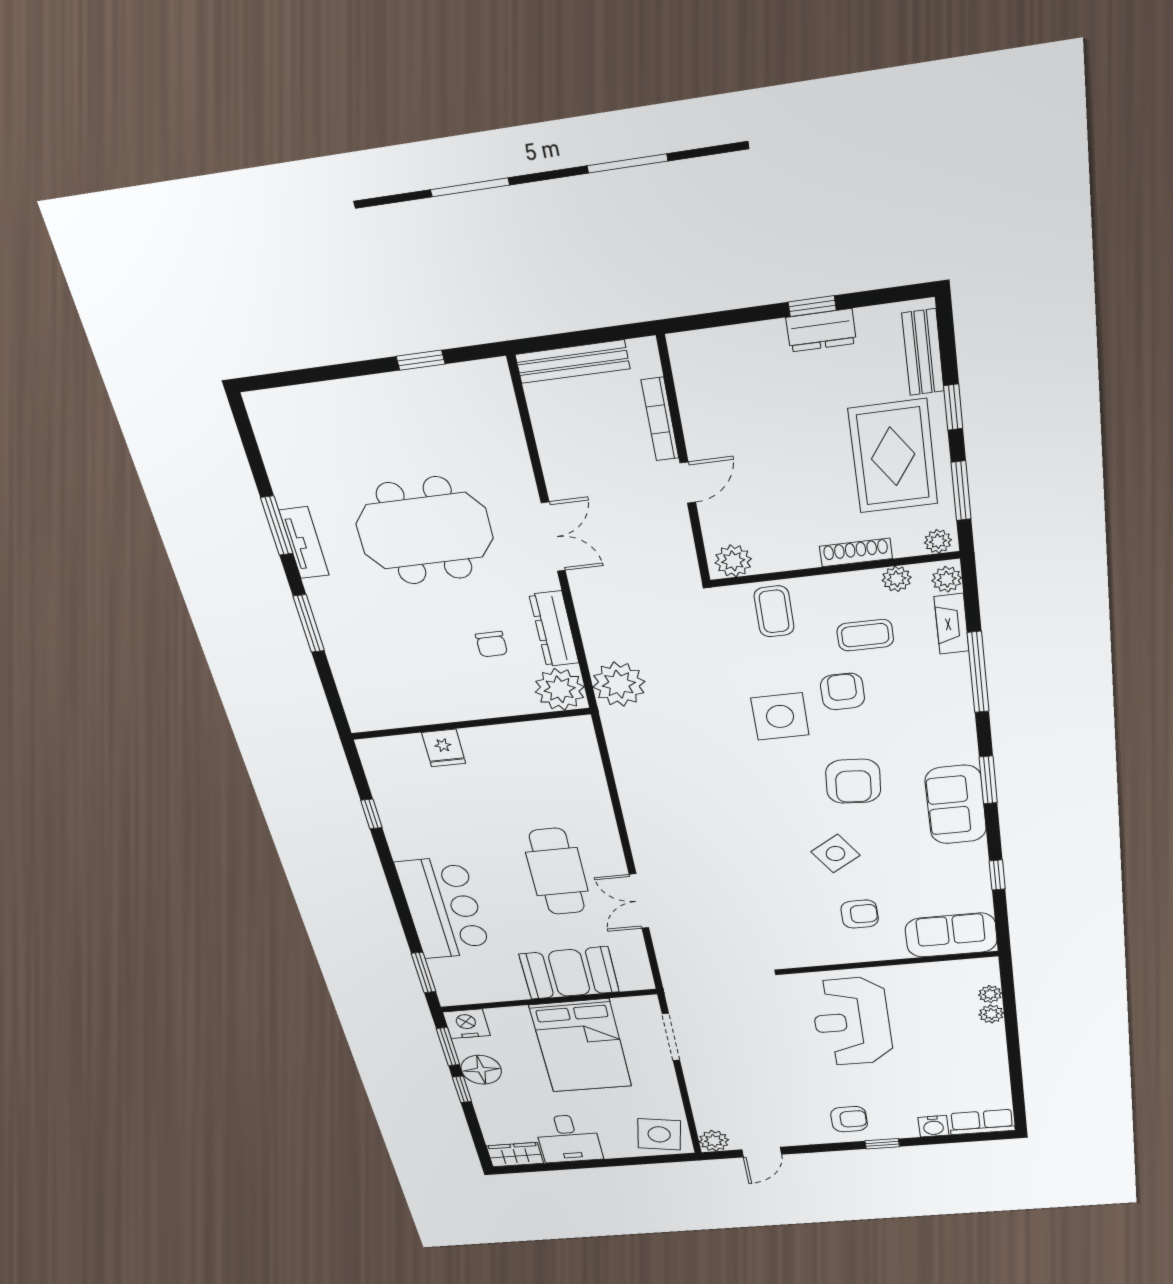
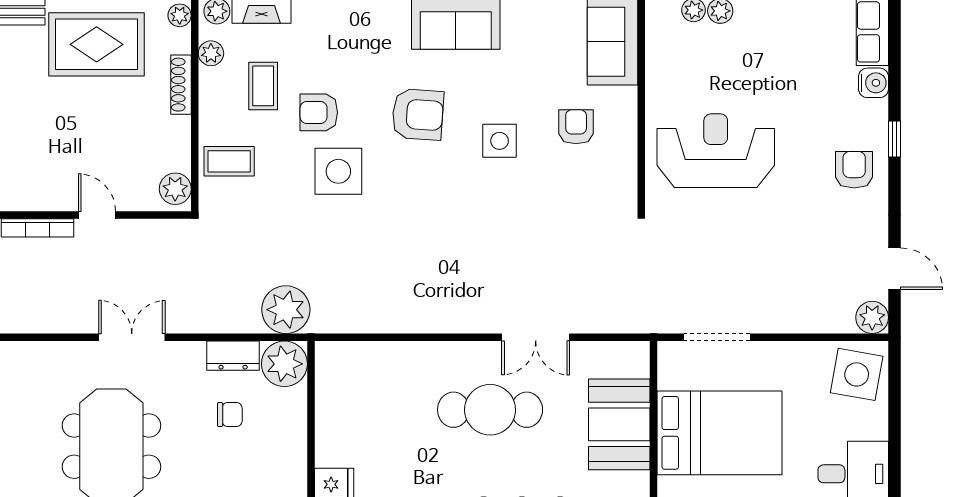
dresser: (554, 629) -> (233, 356), width x0.70
side table: (835, 854) -> (500, 141), turned 33
reception desk: (852, 1022) -> (716, 151), turned 180

